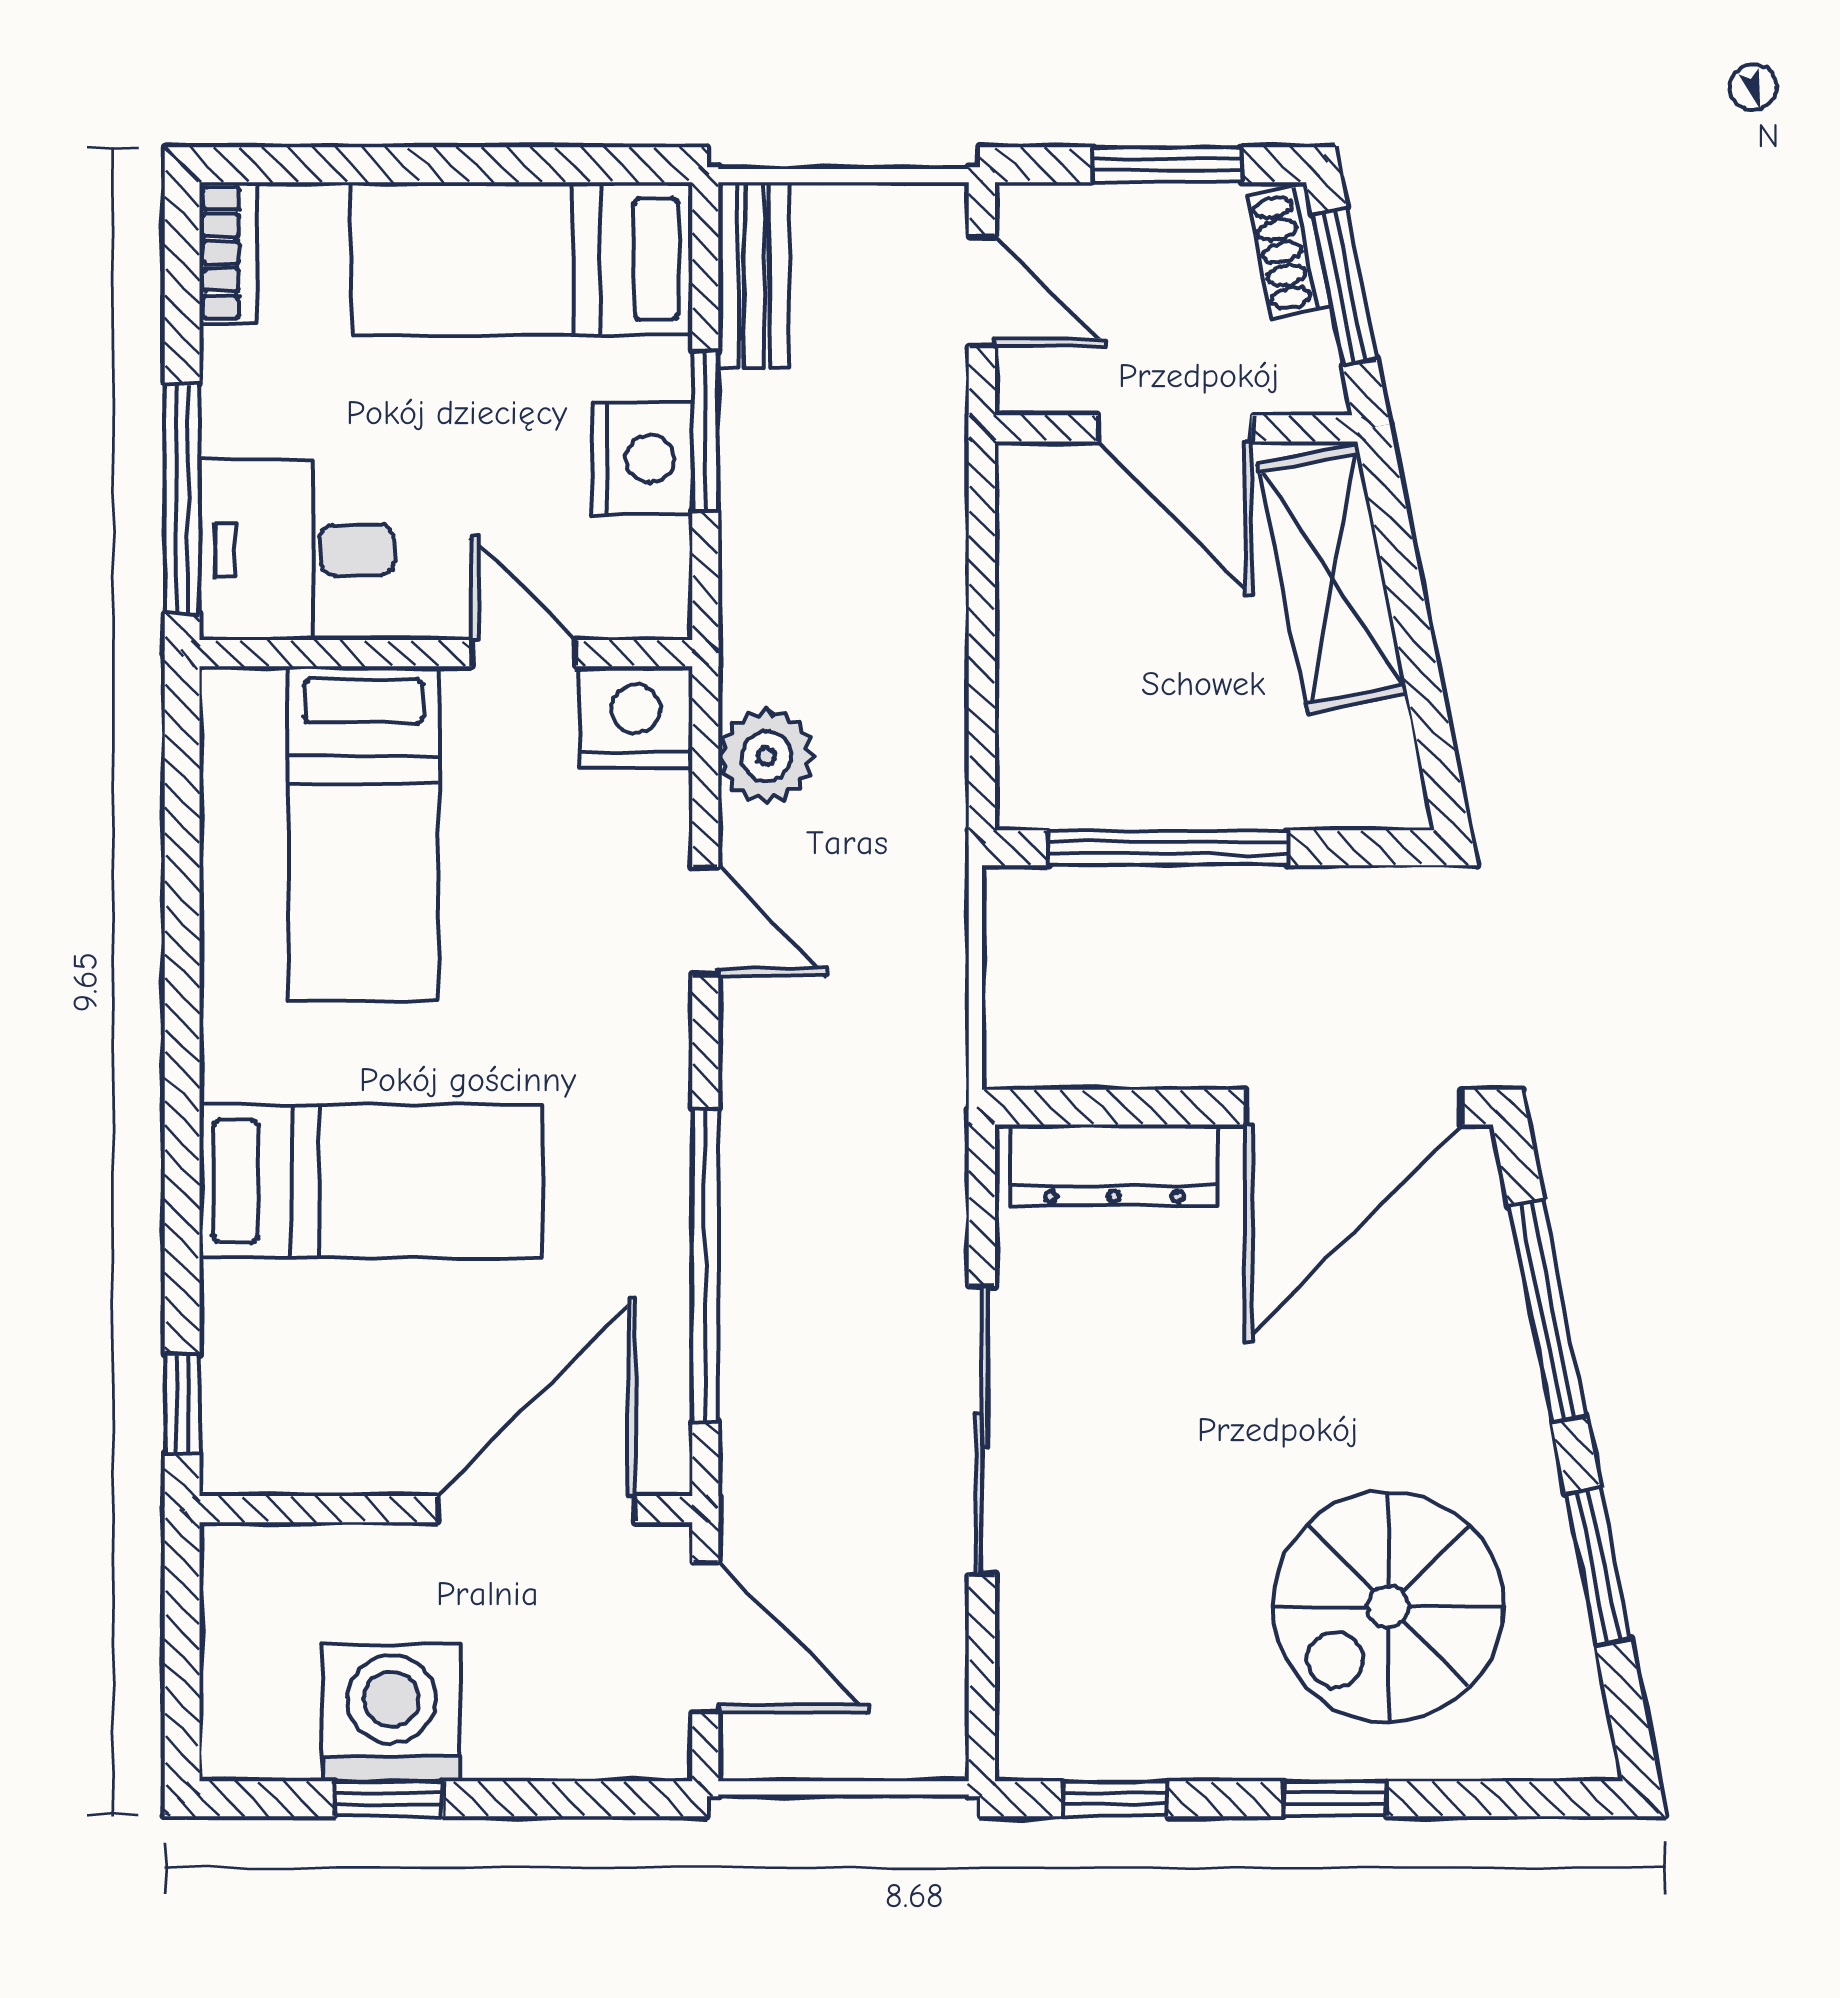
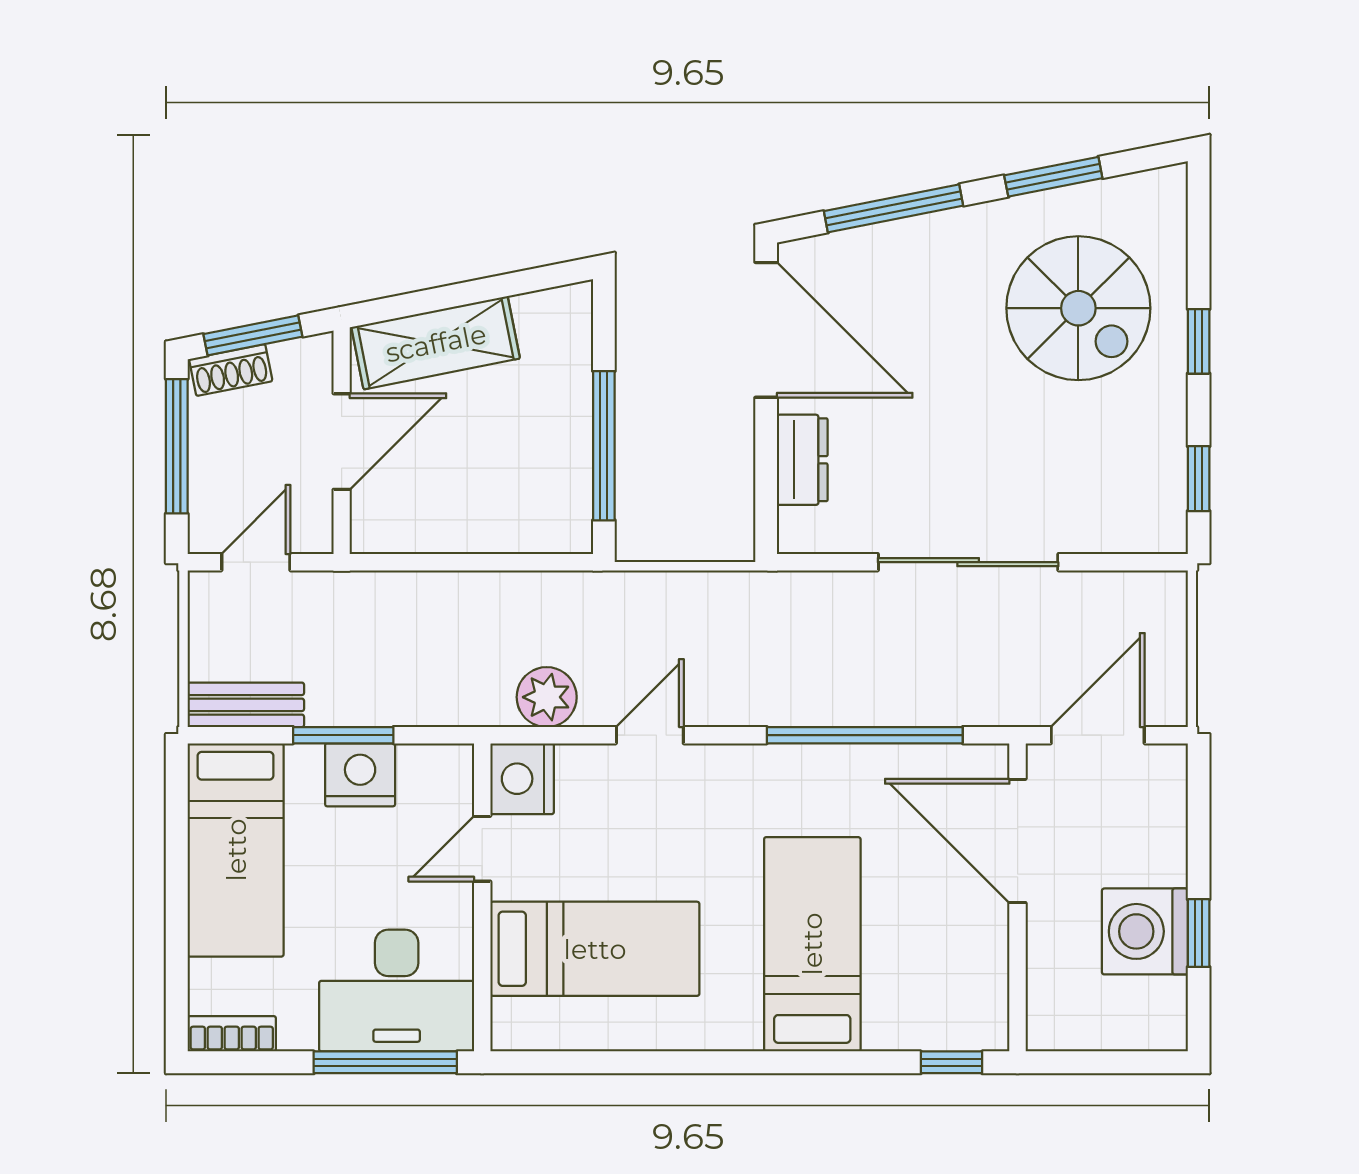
window: (1167, 165) -> (177, 446), width x1.44
desk: (297, 550) -> (397, 991), width x1.37
dresser: (1114, 1165) -> (802, 460), width x0.70

